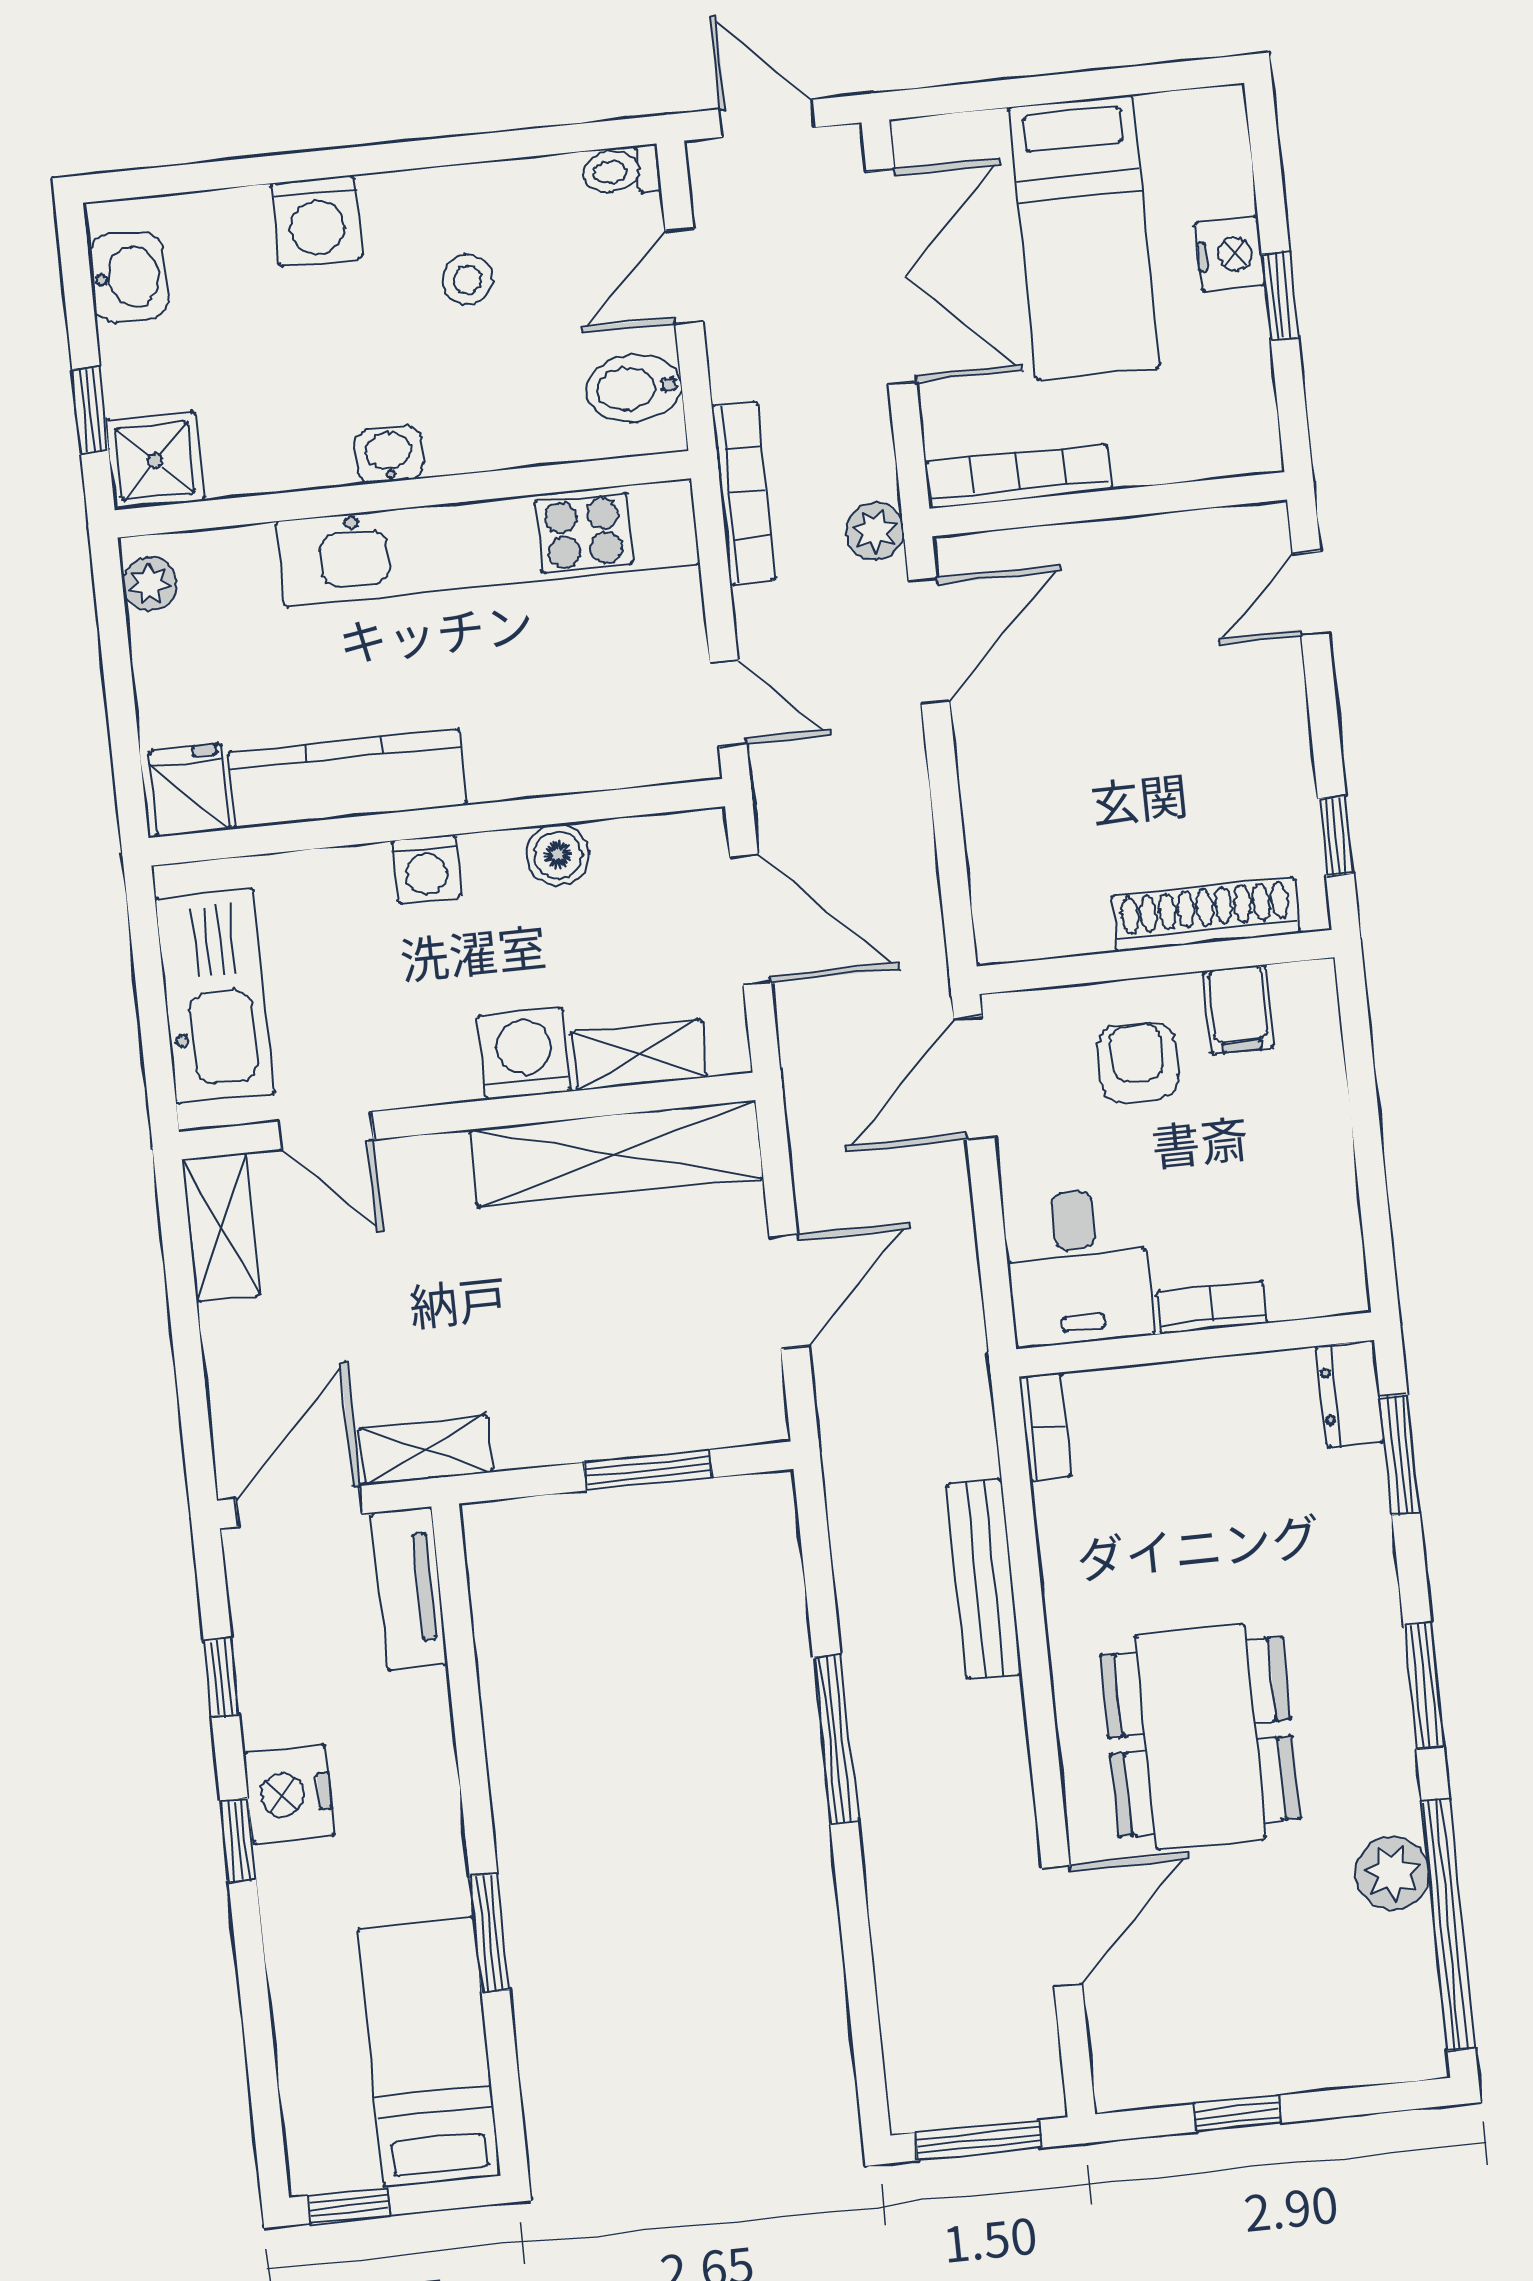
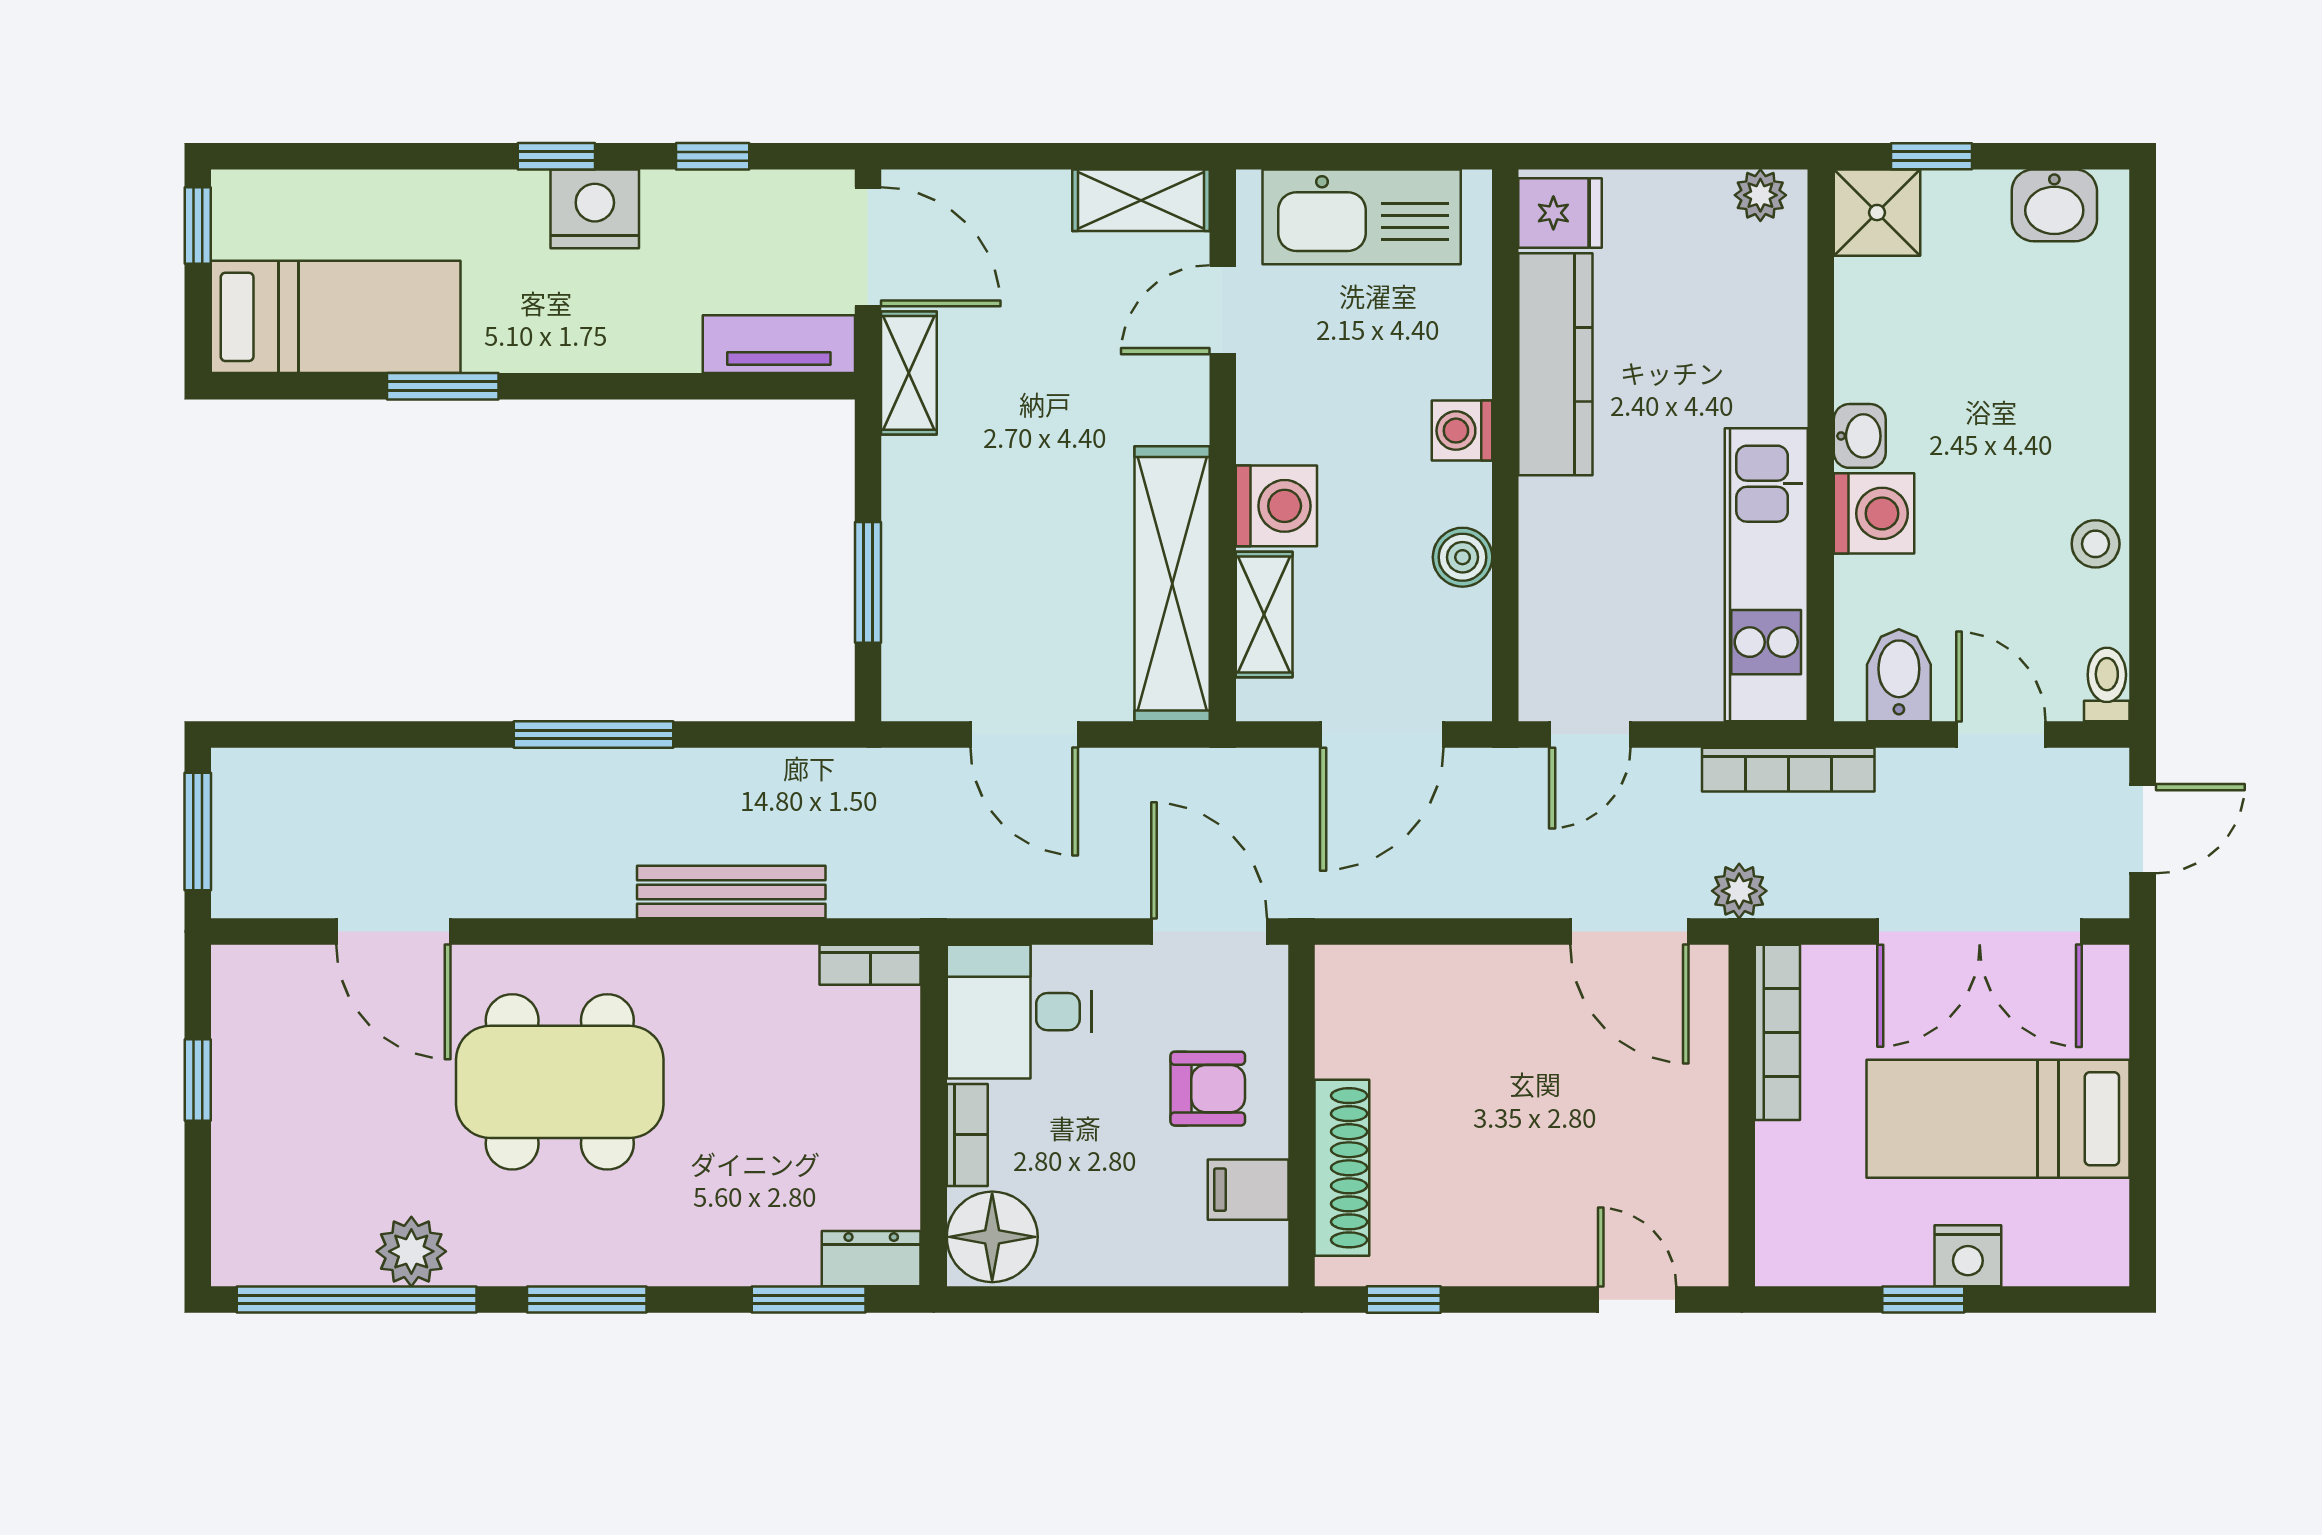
washing machine: (317, 221) -> (1874, 513), moved, turned 180
stool: (467, 280) -> (2096, 544), moved
kitchen unit: (488, 543) -> (1766, 575), width x0.73
floor lamp: (1315, 1271) -> (992, 1237), added

